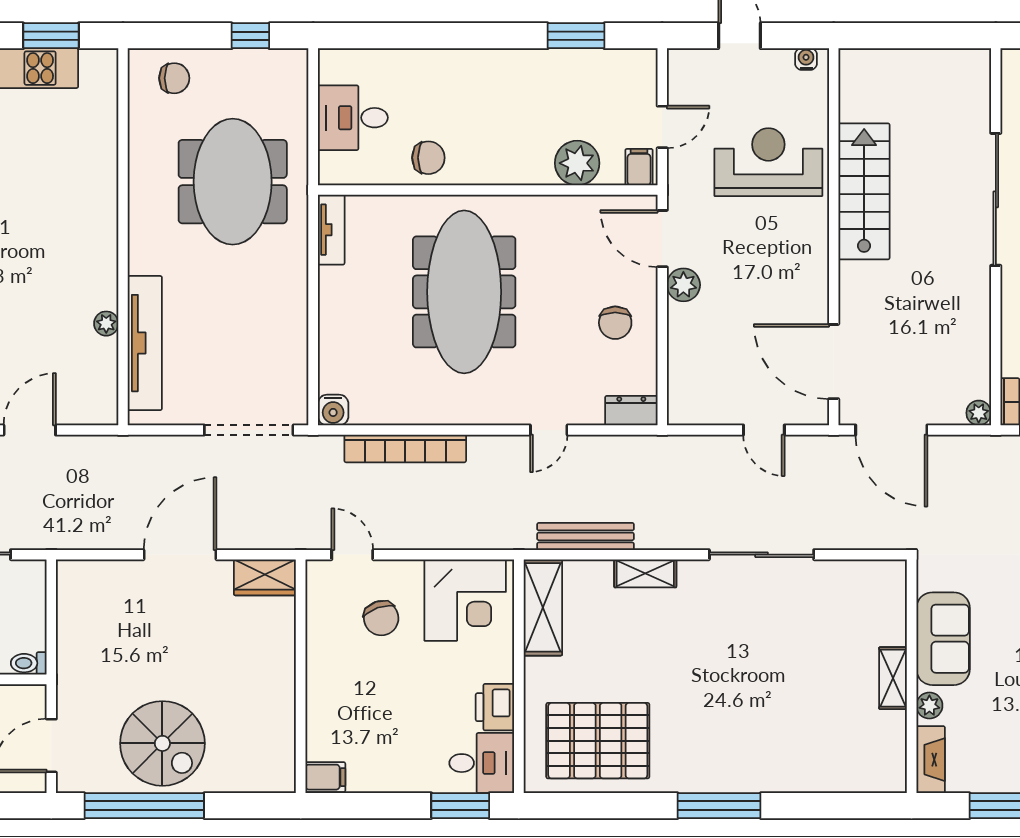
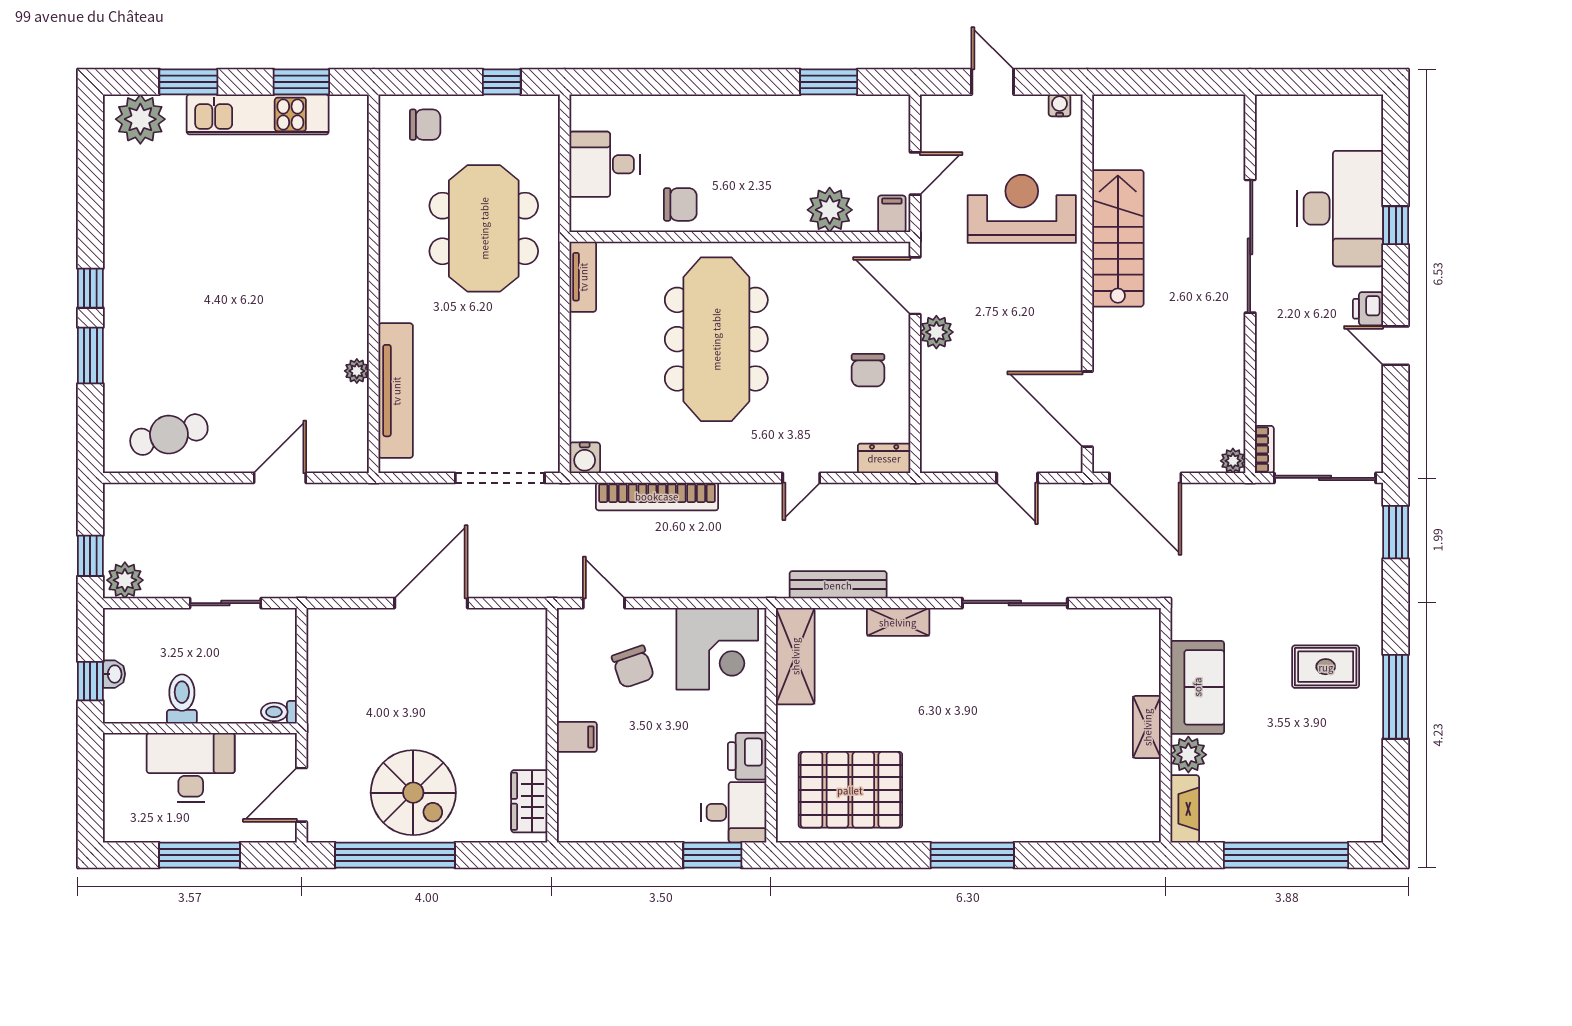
wardrobe: (265, 577) -> (529, 801), moved, turned 90
plant: (929, 706) -> (1188, 755), width x1.38, depth x1.38
filing cabinet: (325, 777) -> (577, 737), moved

